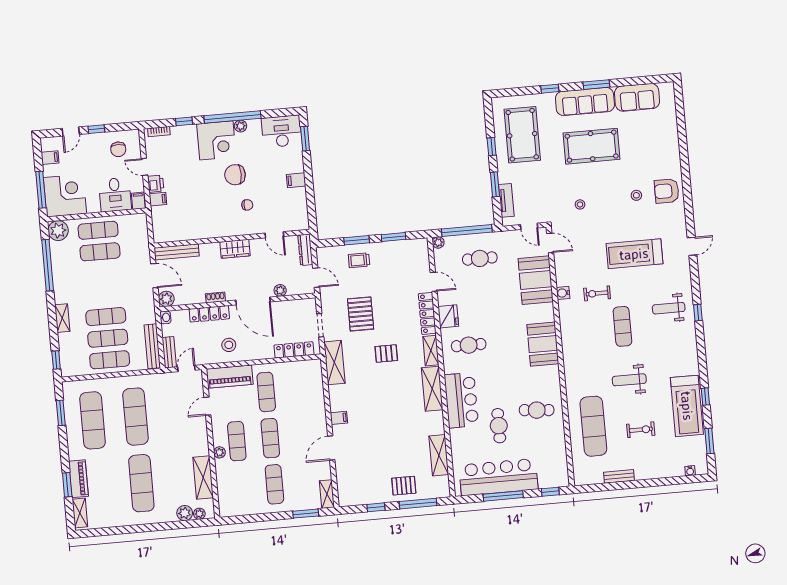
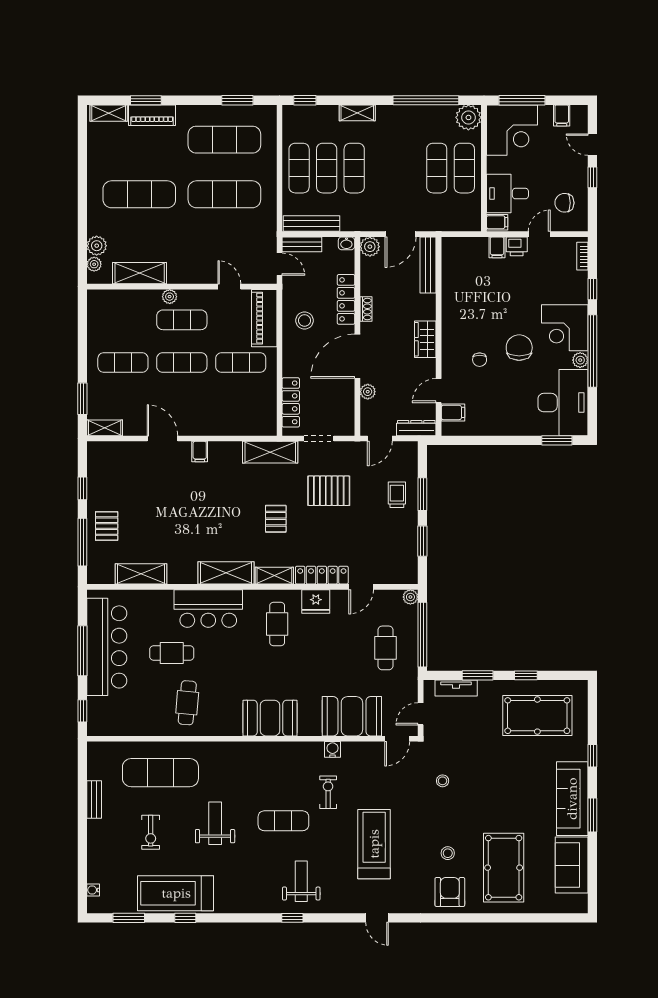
desk: (282, 131) -> (563, 403), width x1.36, depth x1.30
pool table: (592, 146) -> (504, 868), moved
filing cabinet: (296, 180) -> (453, 412), moved, turned 90

